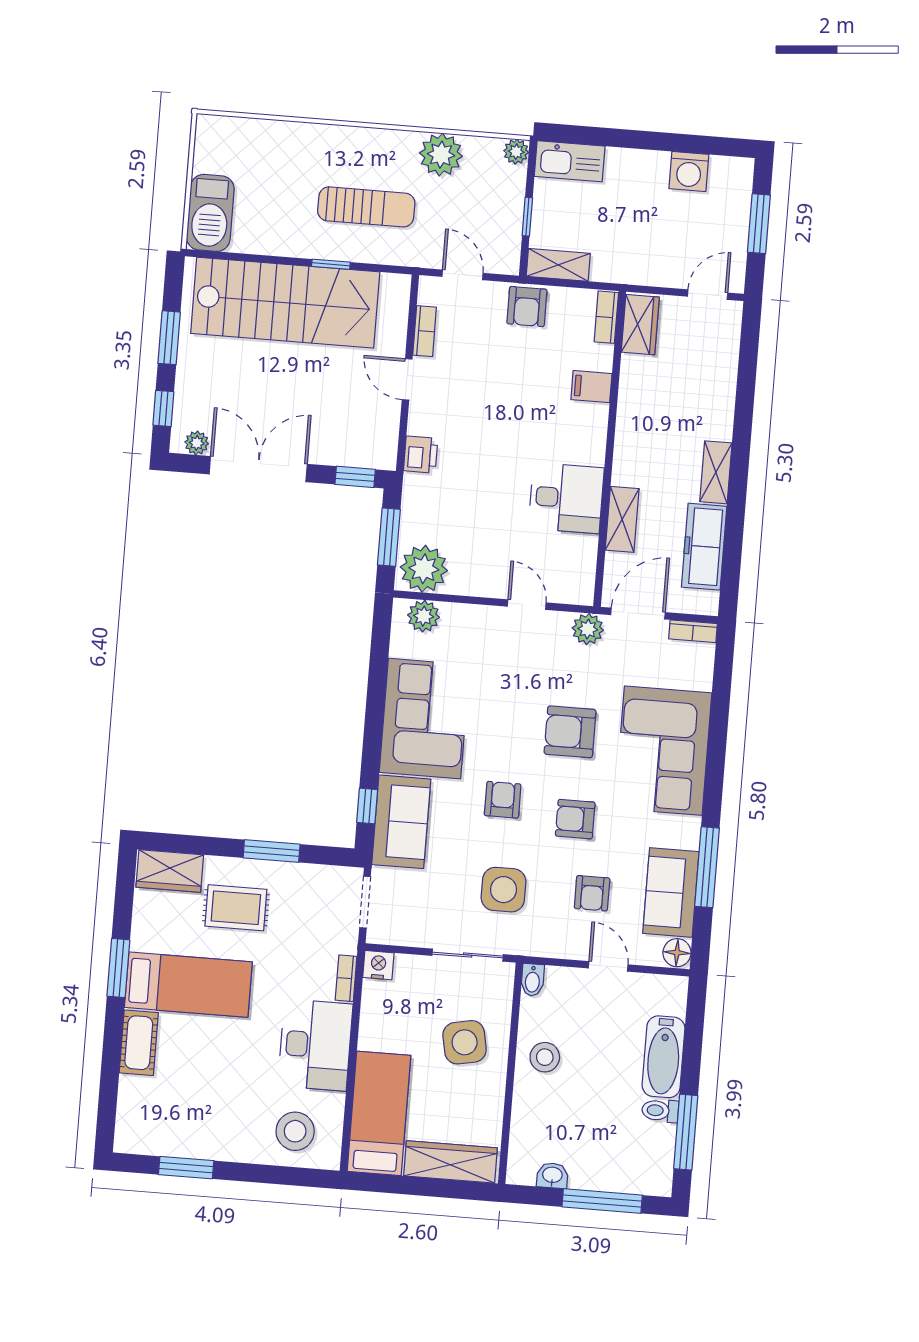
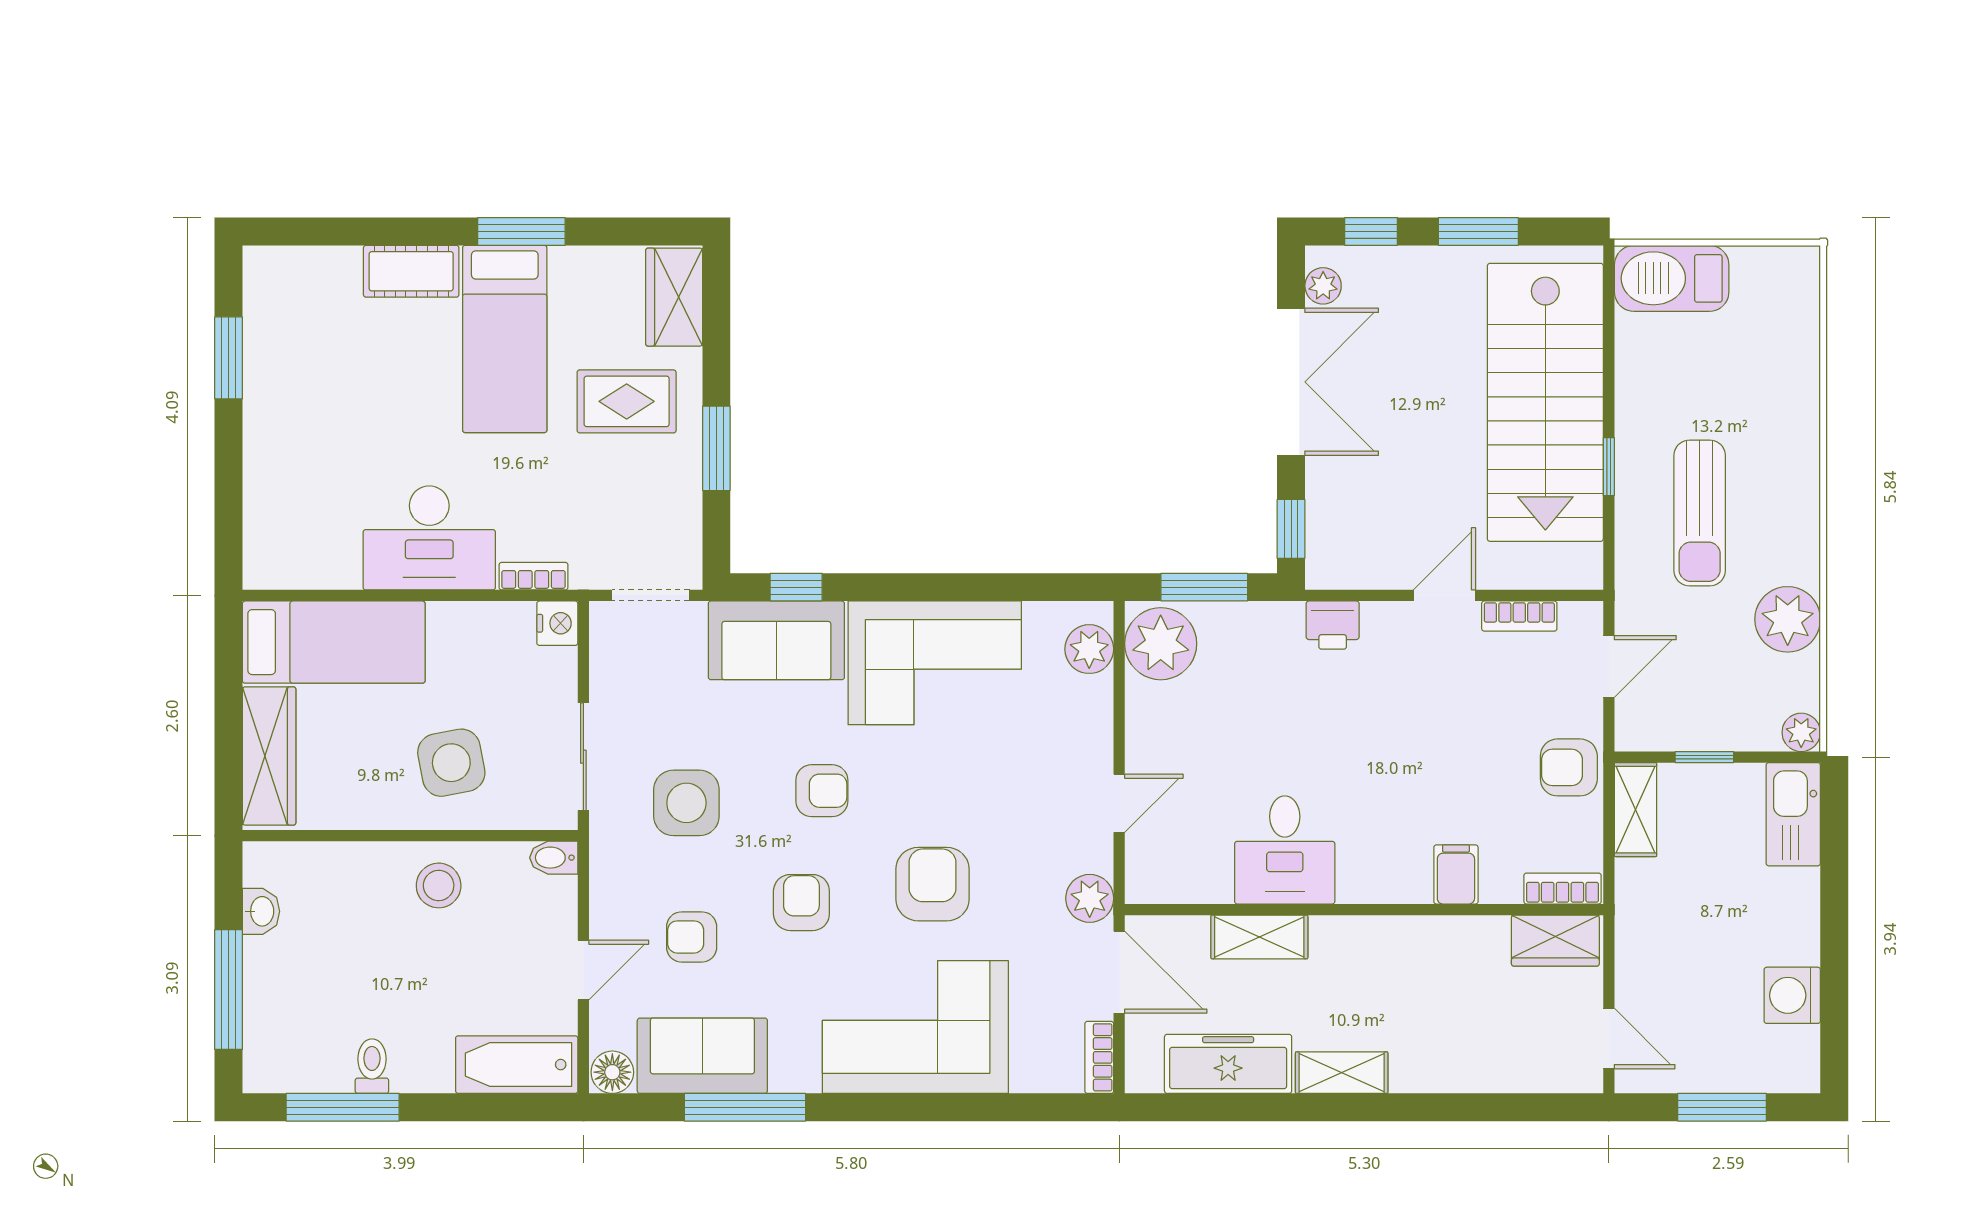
rug: (236, 908) -> (627, 401), turned 90
bathtub: (664, 1057) -> (517, 1065), moved
stool: (295, 1131) -> (297, 518), removed

